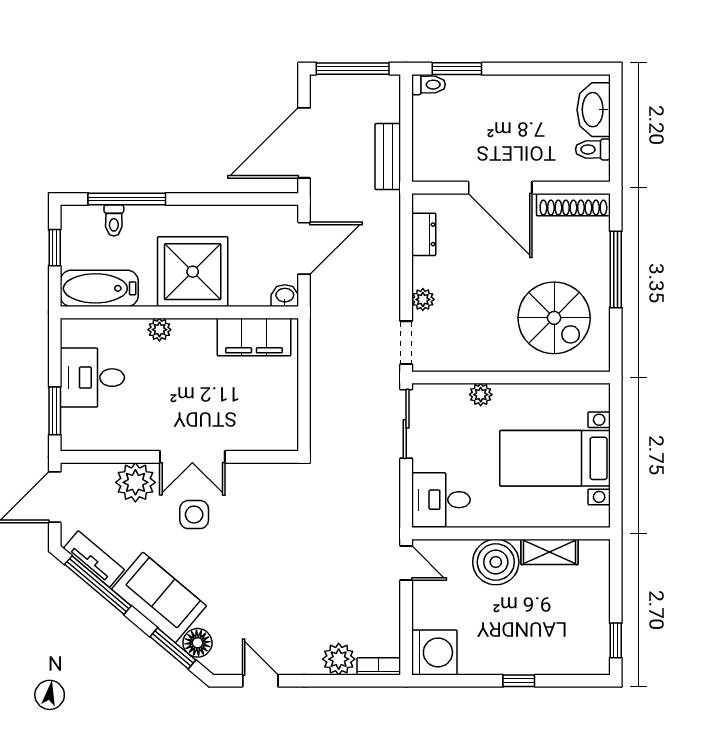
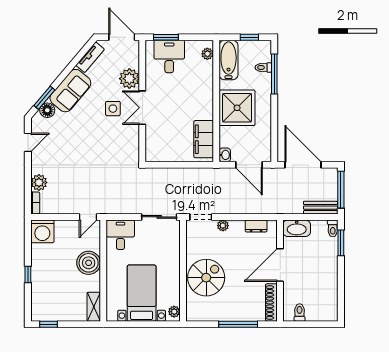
washbasin: (594, 110) -> (297, 228), moved, turned 180
bench: (388, 157) -> (320, 208), moved
spiral stairs: (554, 318) -> (206, 278), moved, turned 180
plant: (159, 330) -> (207, 54), moved
desk: (92, 378) -> (169, 56), moved
plant: (481, 395) -> (174, 312), moved
shelving: (549, 552) -> (94, 307), moved
window: (98, 585) -> (77, 59), removed

